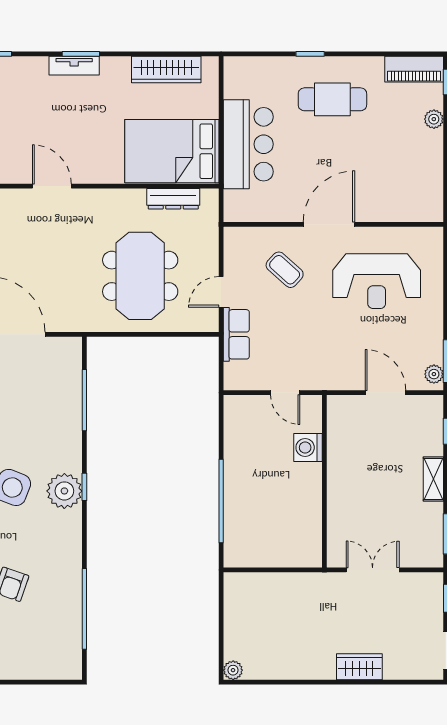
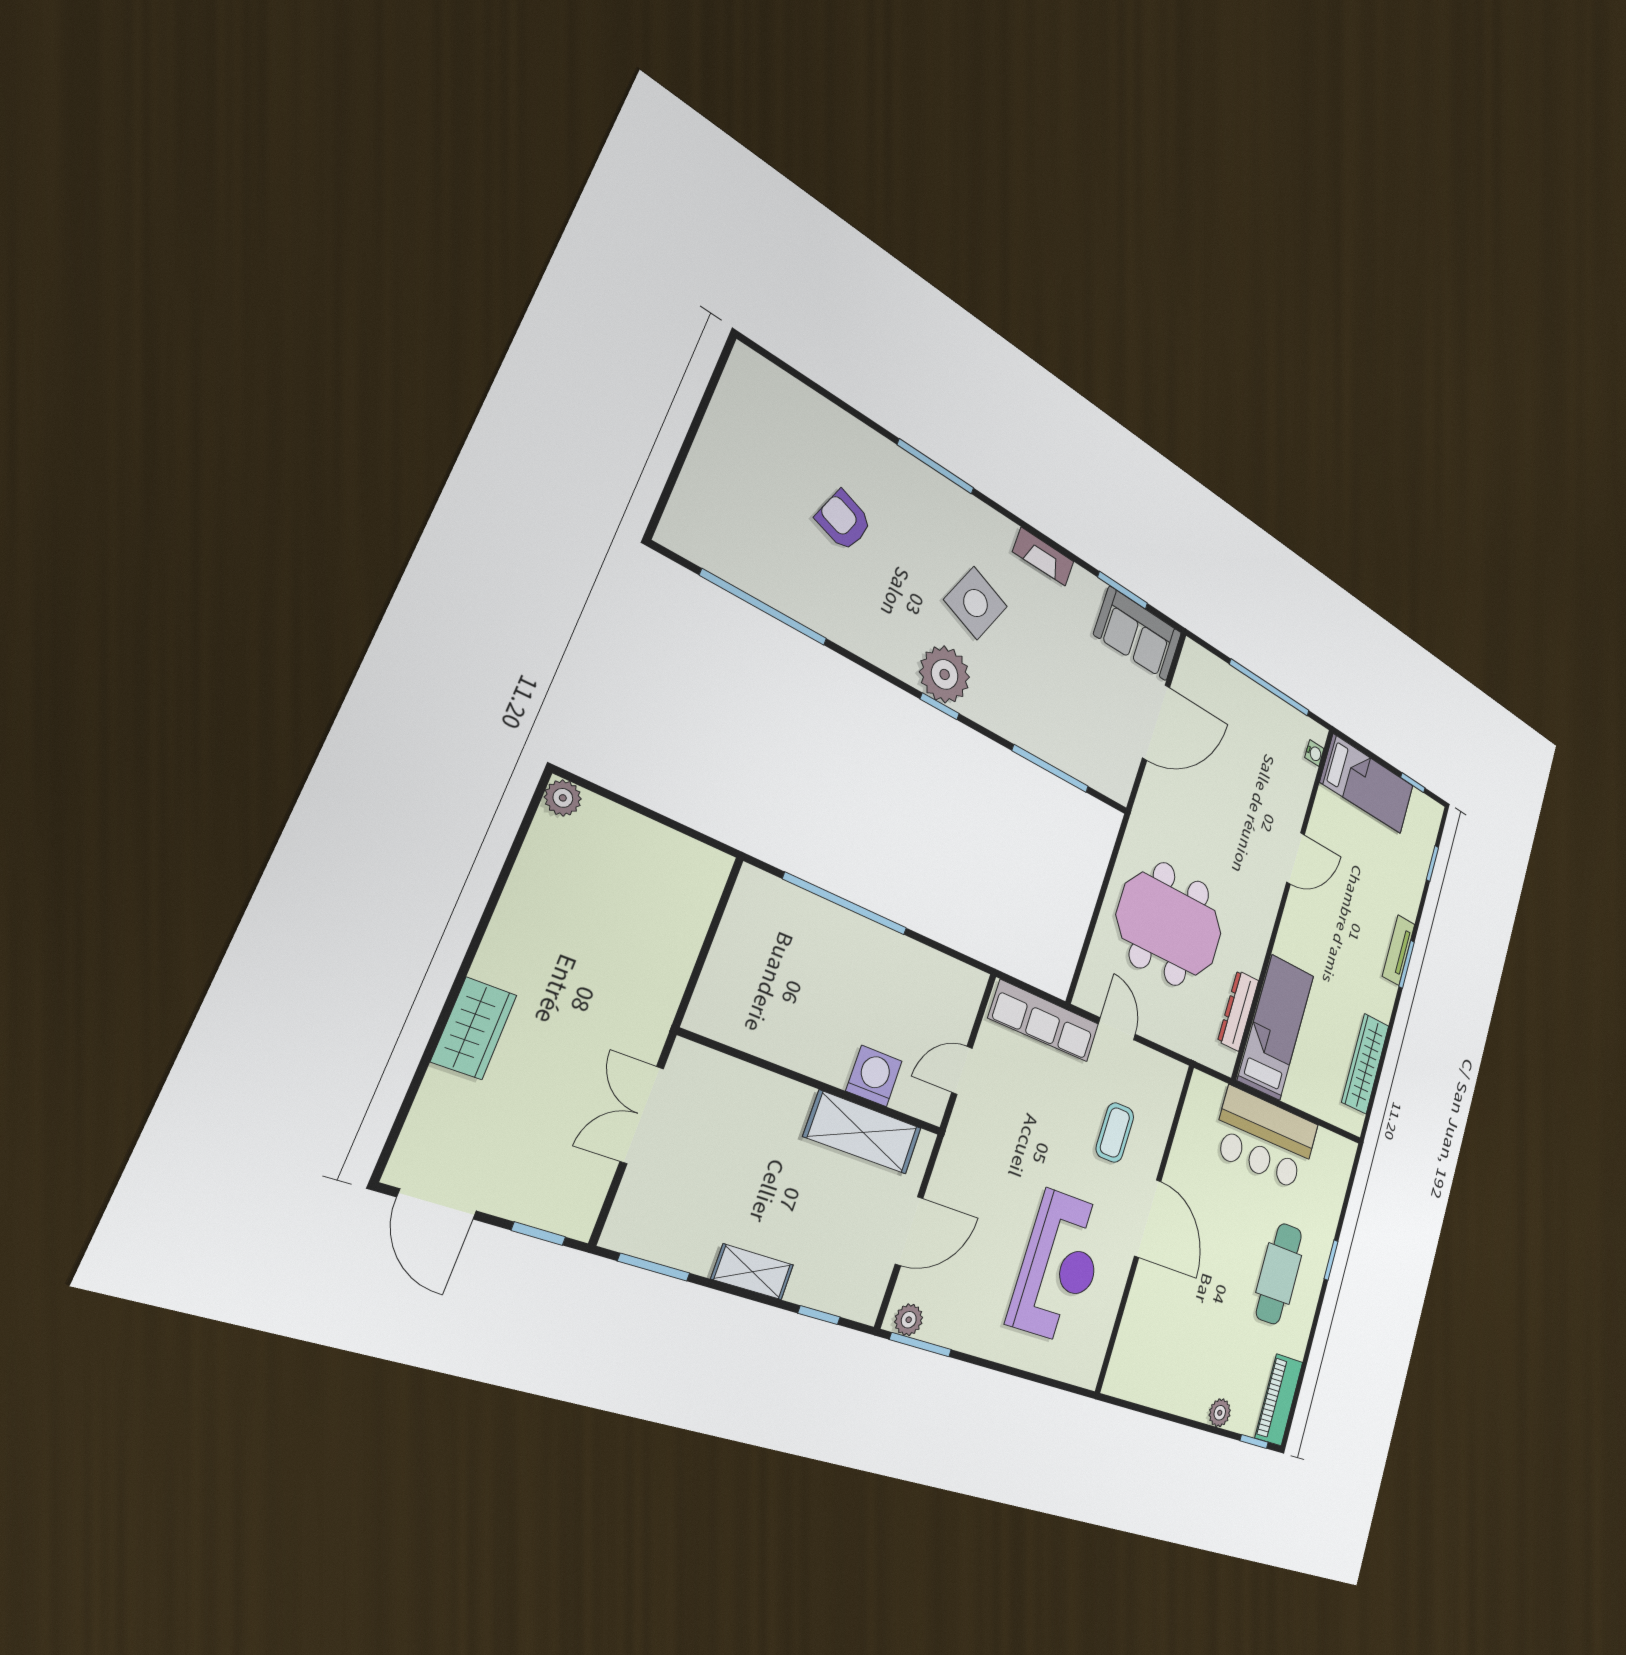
bed: (172, 151) -> (1276, 1027), width x0.67
coffee table: (285, 270) -> (1115, 1132), turned -42
reception desk: (377, 281) -> (1059, 1267), turned 180
row of seats: (236, 334) -> (1044, 1021), width x1.48
shelving: (341, 442) -> (863, 1132), added
double door: (373, 570) -> (642, 1115), swing flipped

